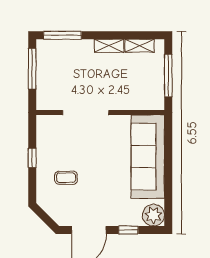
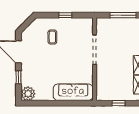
window: (168, 75) -> (119, 103), width x0.46
sofa: (148, 157) -> (73, 92), width x0.74, depth x0.79

